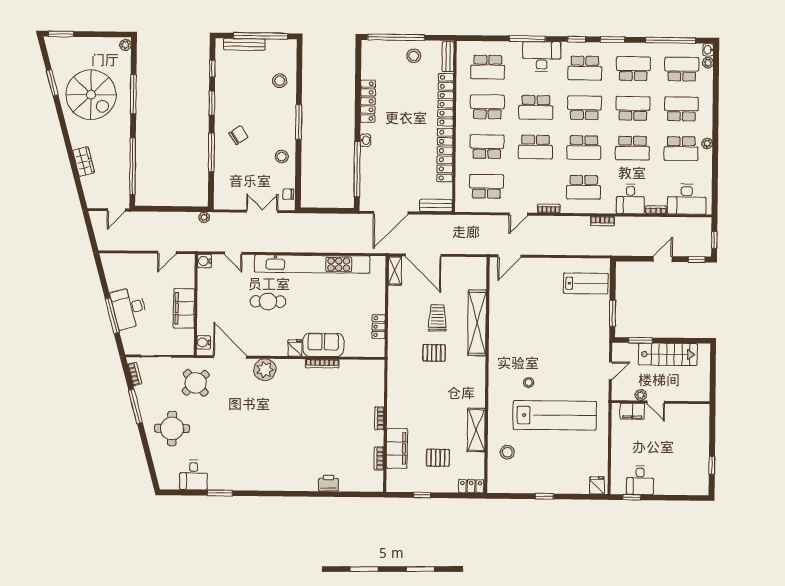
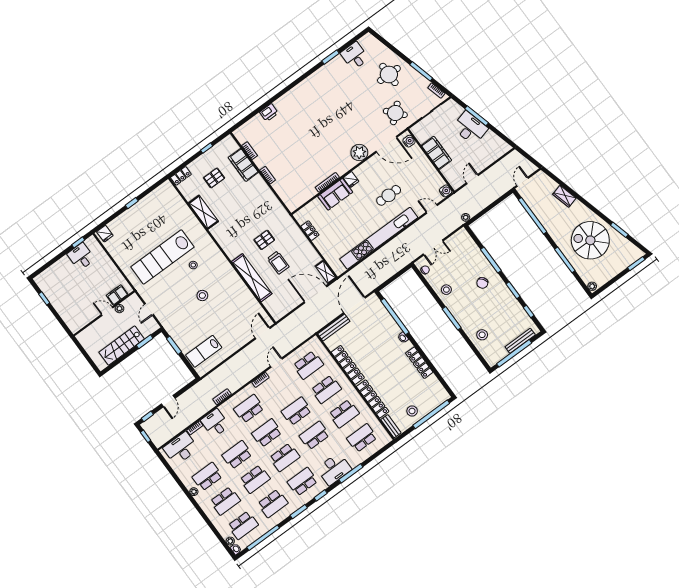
bench: (436, 206) -> (334, 328), width x1.36
stool: (507, 452) -> (202, 296), moved

